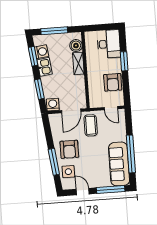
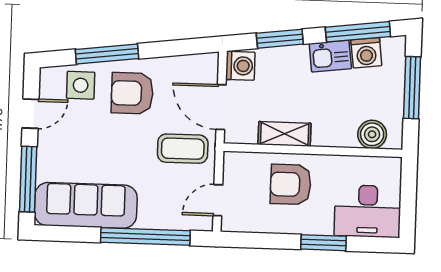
window: (33, 56) -> (358, 32), width x1.44
shelving: (78, 63) -> (285, 134), moved
armchair: (113, 82) -> (291, 184), moved
window: (131, 154) -> (145, 236), moved

